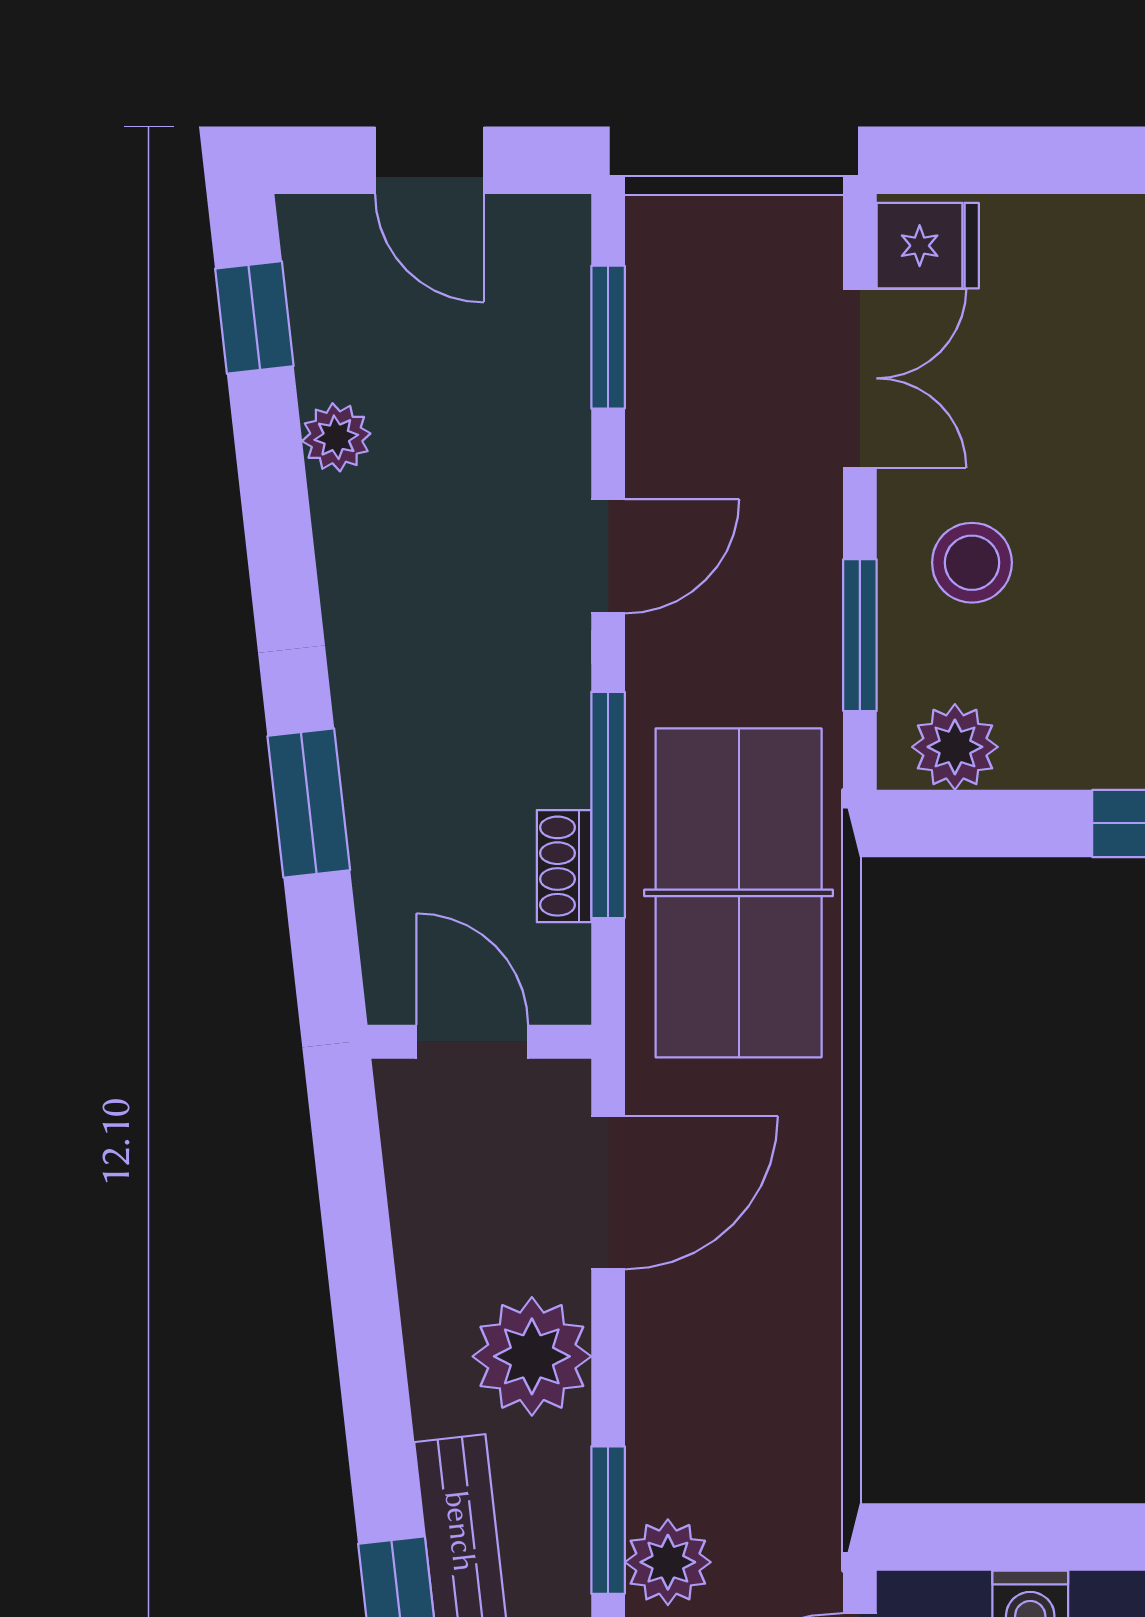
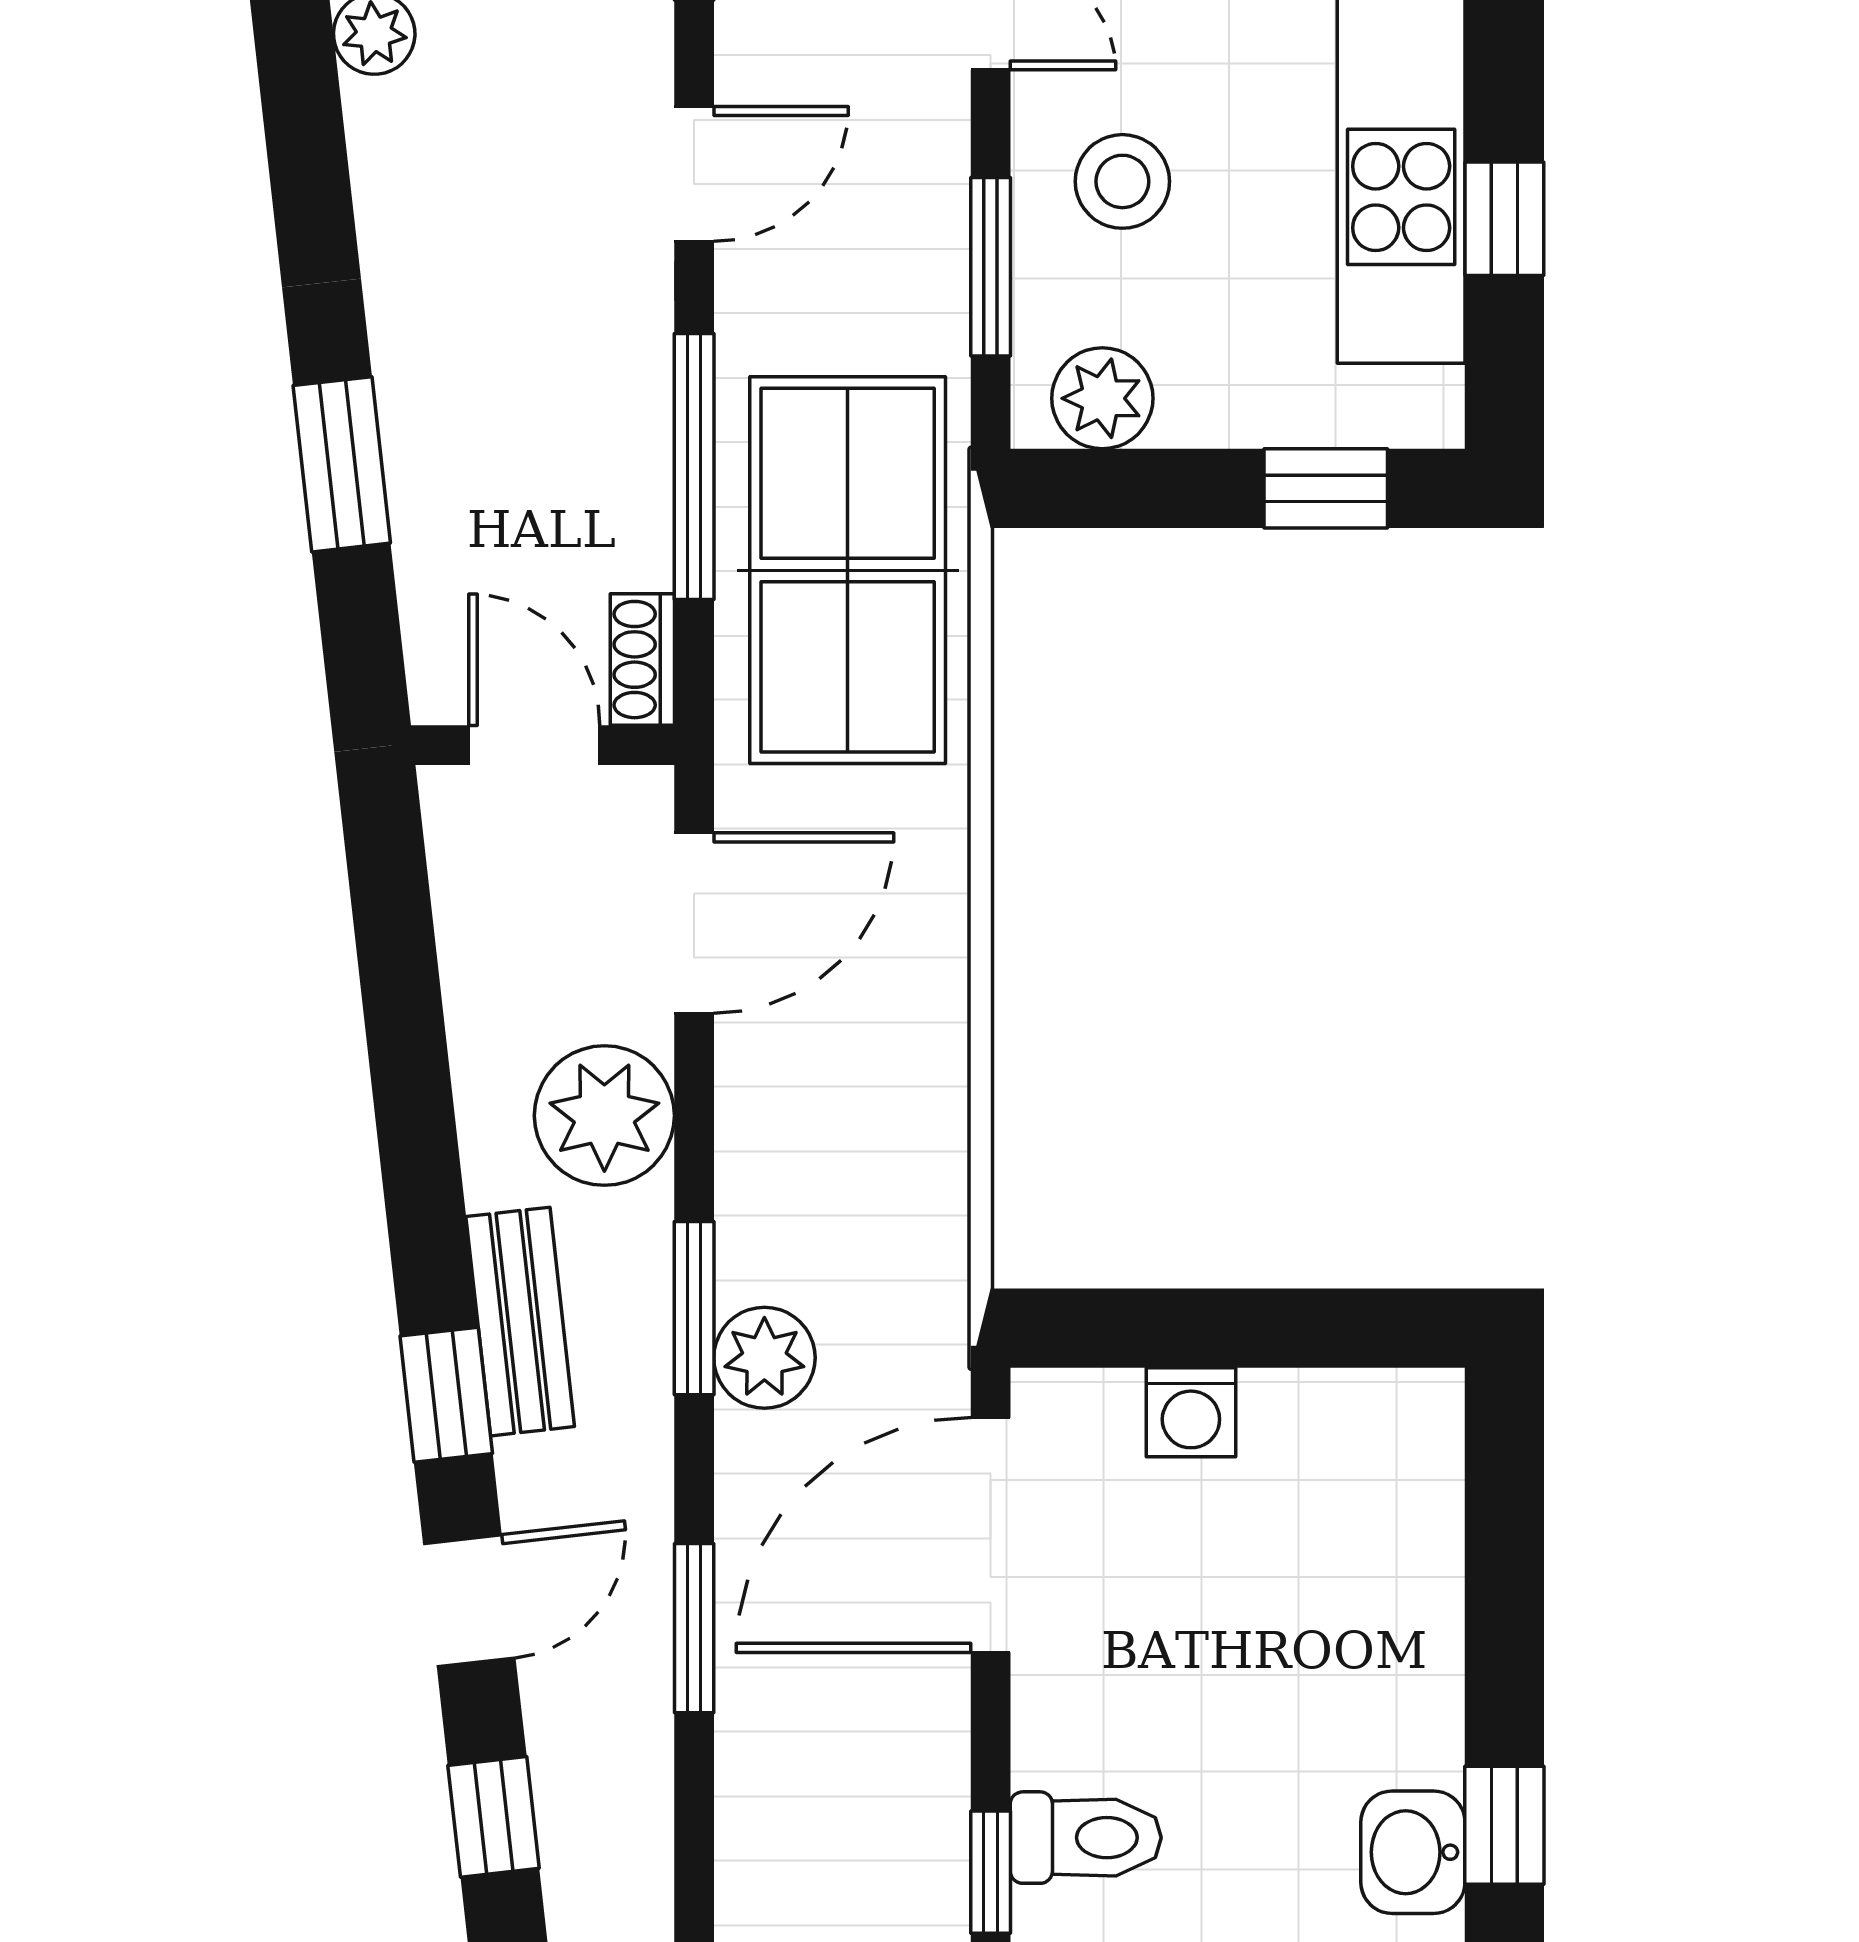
shoe rack: (564, 866) -> (642, 660), moved

